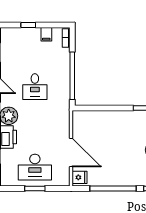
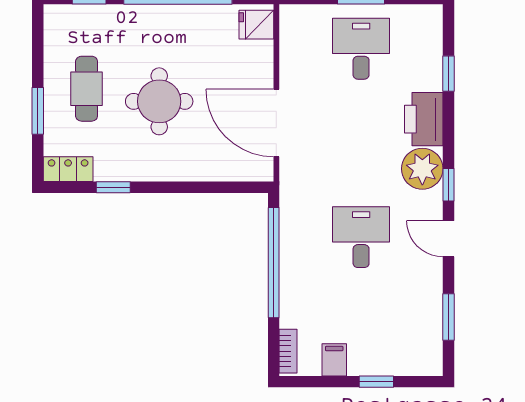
round table: (121, 145) -> (159, 101), added
door: (71, 153) -> (276, 123), moved
desk: (35, 167) -> (361, 49), width x0.73

